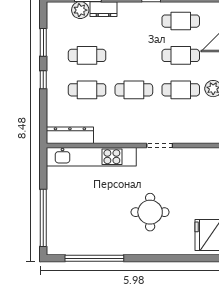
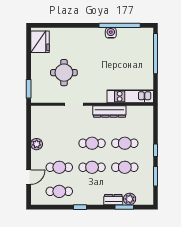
cafe table: (181, 90) -> (92, 167), moved
dresser: (70, 135) -> (109, 111), moved
kitchen unit: (91, 157) -> (130, 96), width x0.73
round table: (150, 212) -> (64, 73), moved
water cooler: (107, 247) -> (111, 33), added

